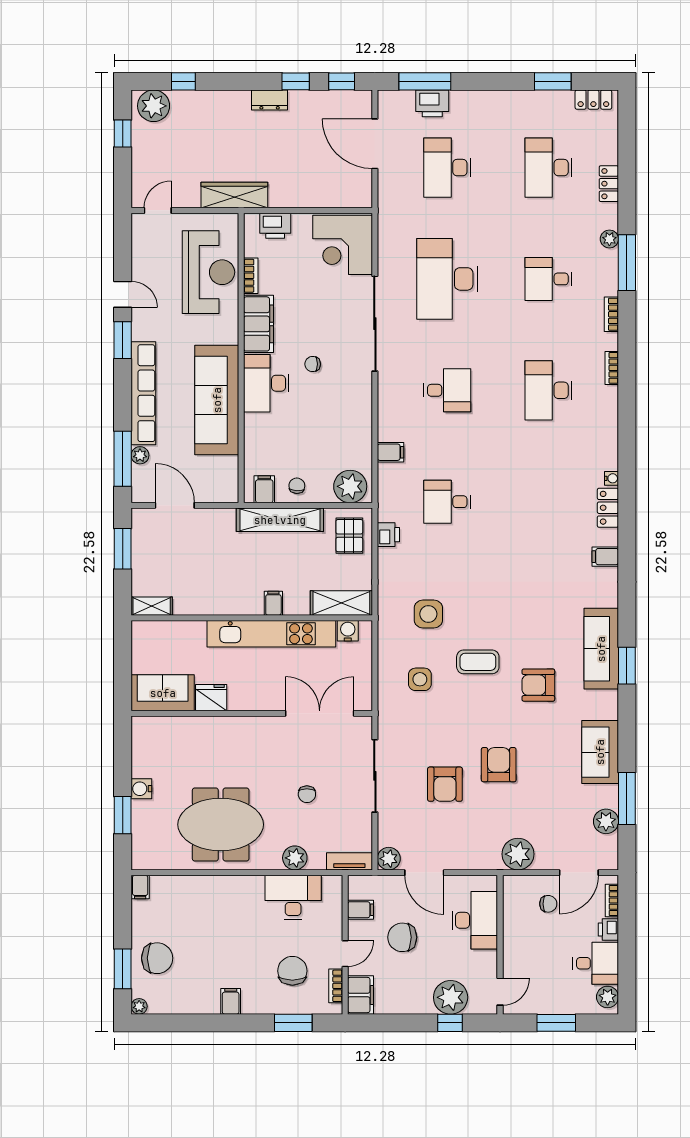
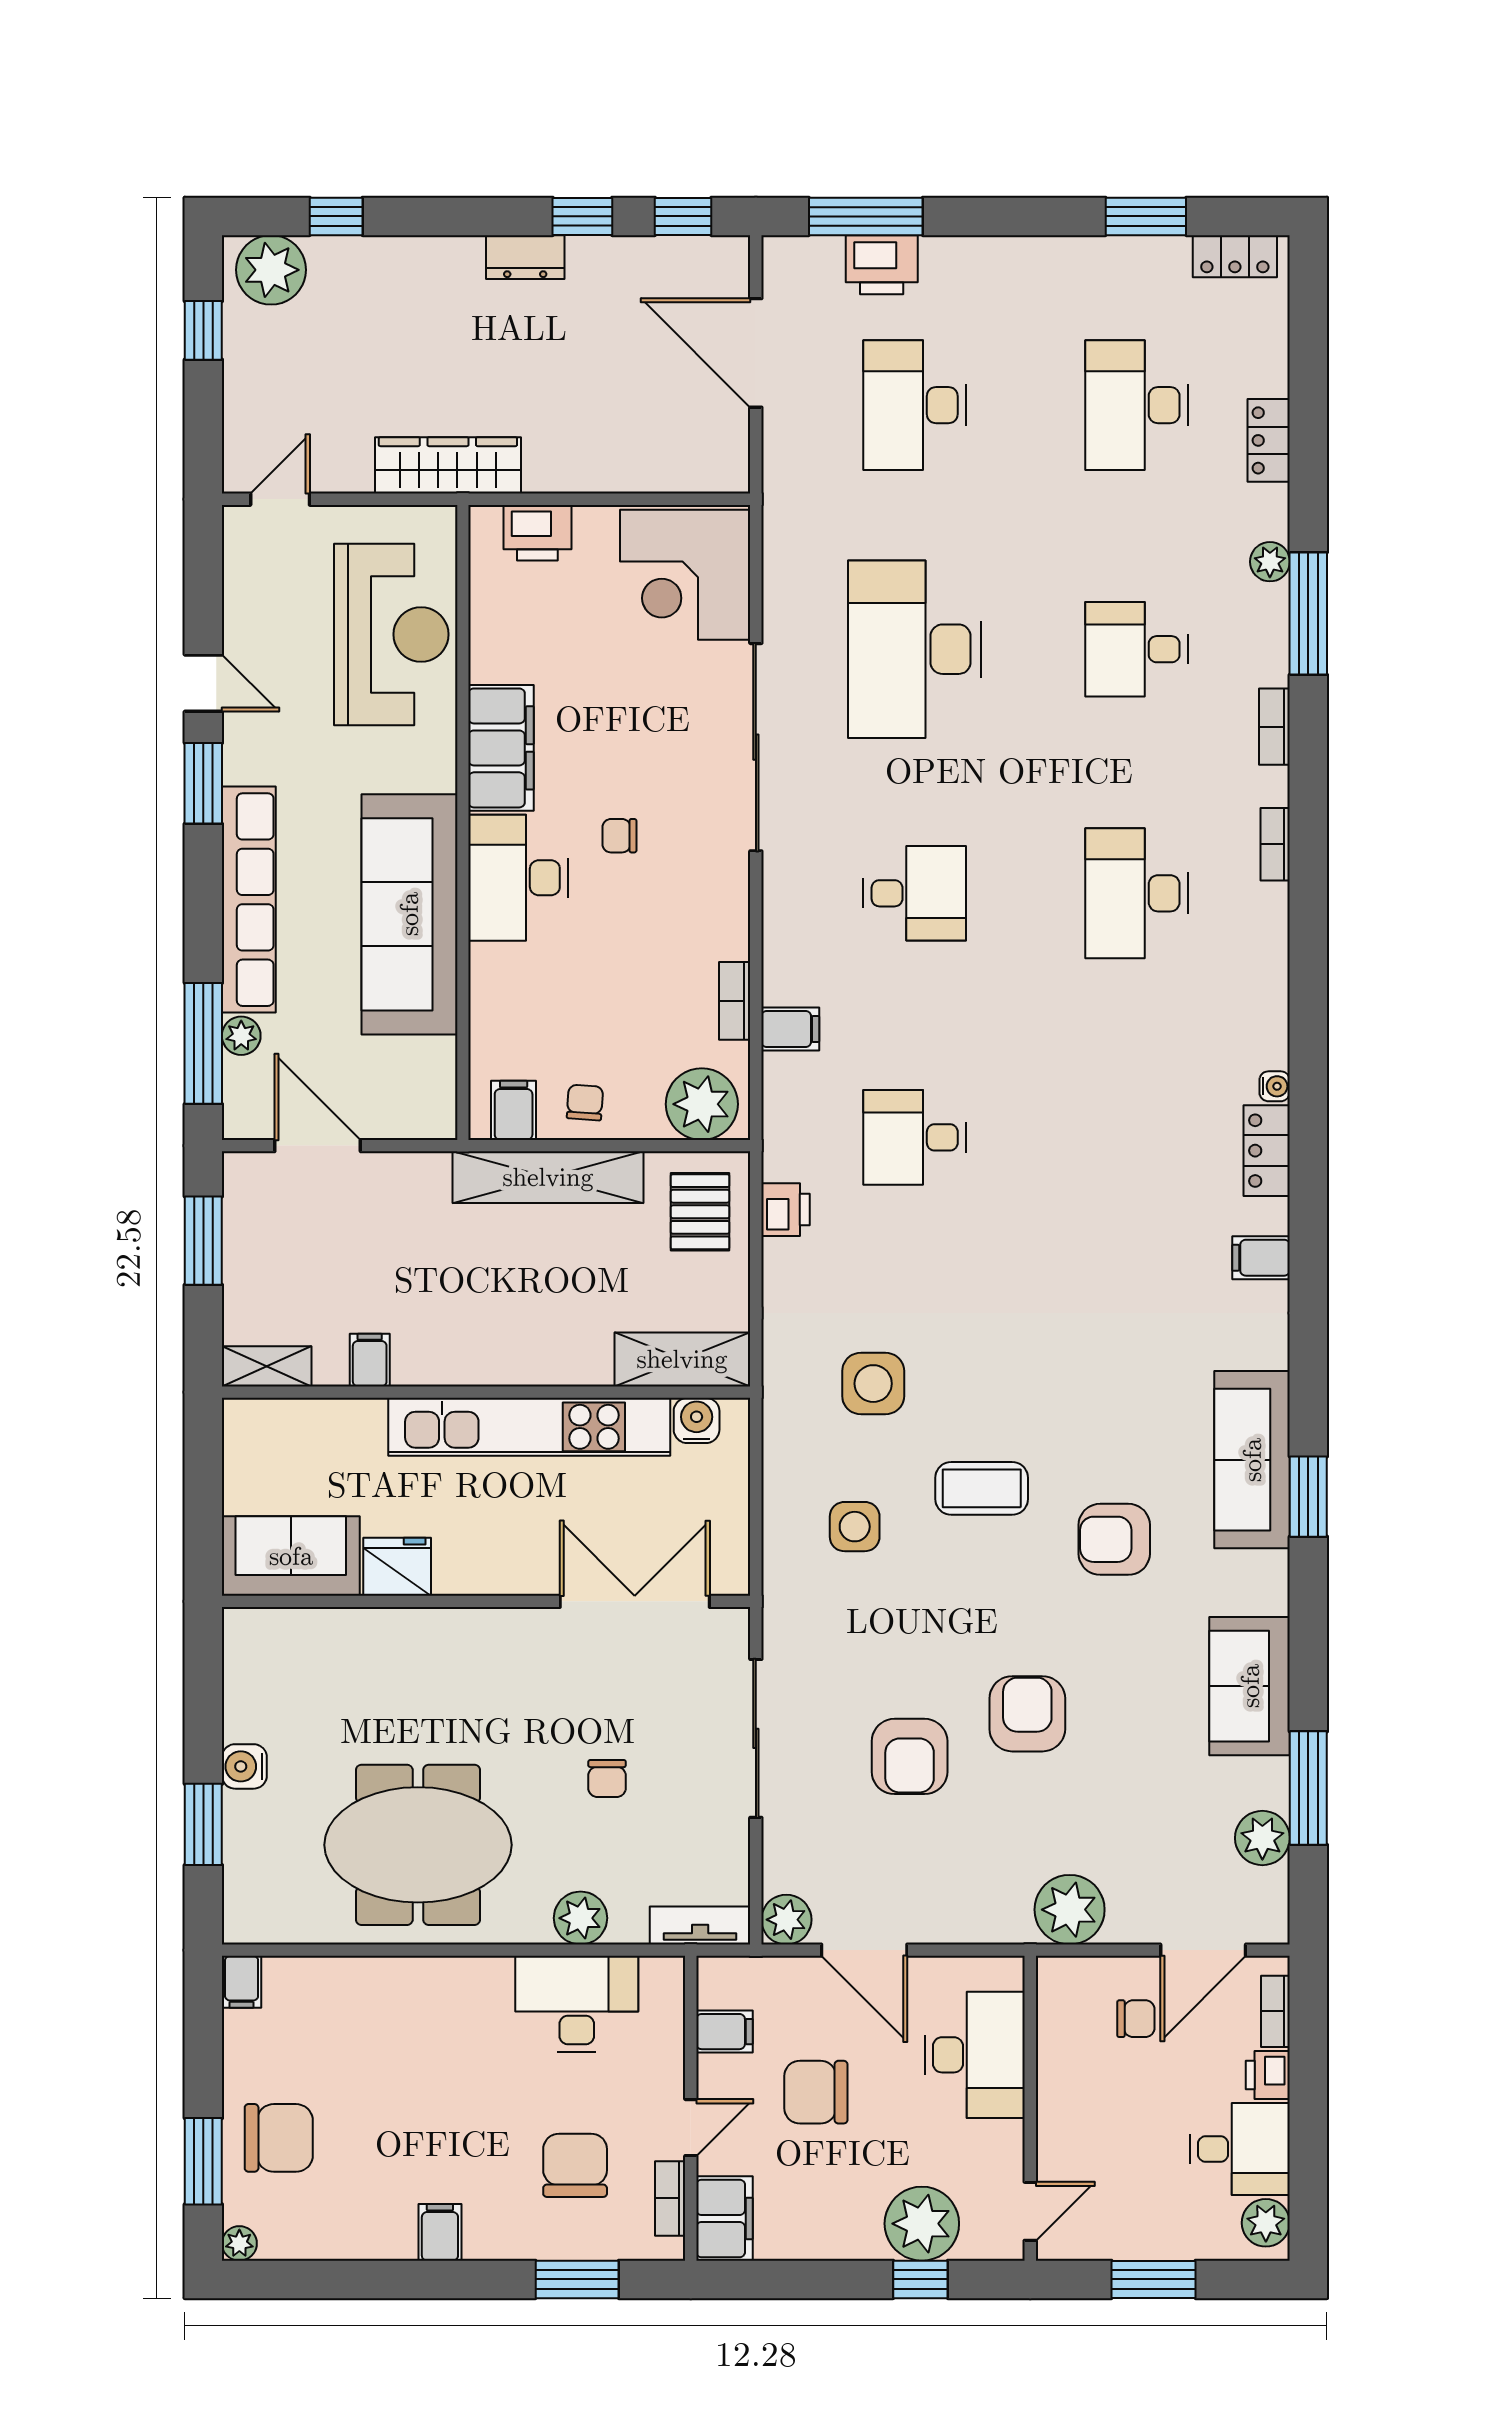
bookcase: (251, 276) -> (735, 1001), moved, turned 180
filing cabinet: (273, 603) -> (370, 1360), moved

